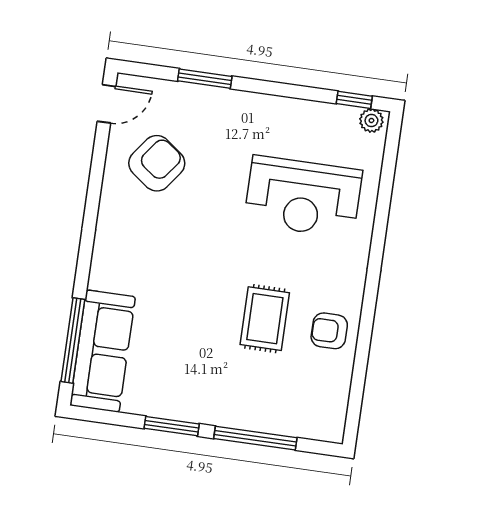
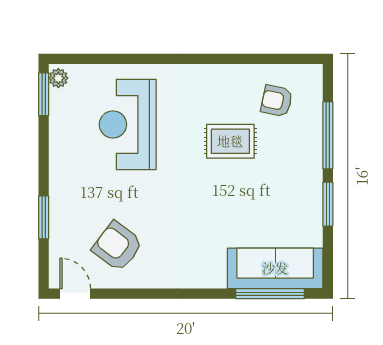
window: (354, 100) -> (44, 94), width x1.50
reception desk: (303, 197) -> (128, 124), turned 180
armchair: (329, 331) -> (277, 101), moved, turned 102

